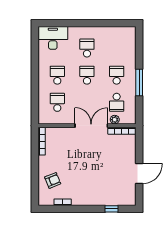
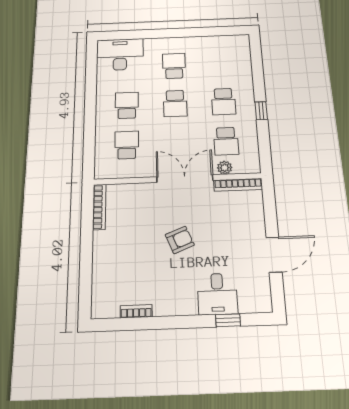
school desk: (87, 75) -> (175, 103), turned 180
school desk: (117, 75) -> (224, 102), turned 180
window: (139, 83) -> (261, 111), width x0.46
armchair: (53, 180) -> (180, 240), moved
desk: (107, 194) -> (217, 294), added

